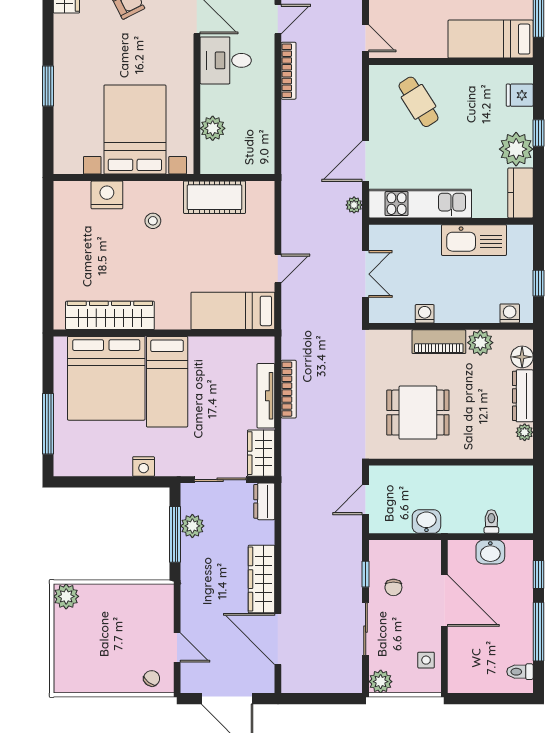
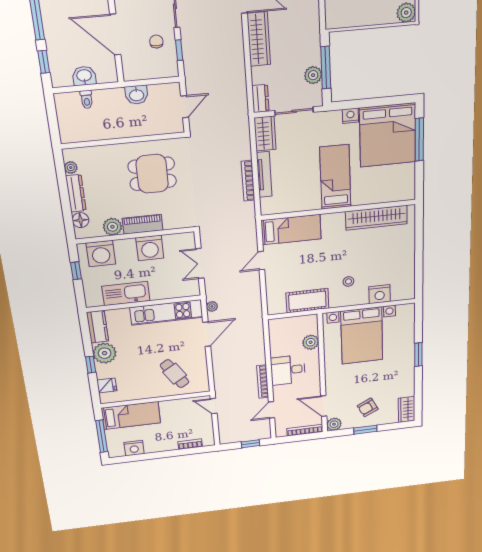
desk: (226, 60) -> (288, 370), moved, turned 180
washing machine: (425, 314) -> (150, 248), width x1.89, depth x1.89
washing machine: (510, 314) -> (101, 253), width x1.89, depth x1.89
bed: (106, 378) -> (388, 135), moved, turned 180

